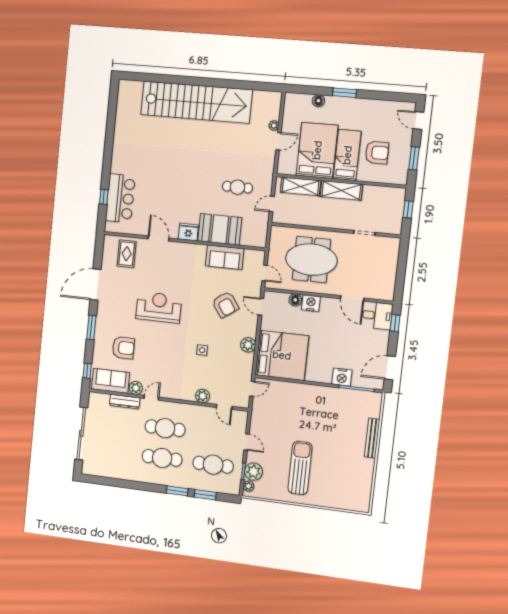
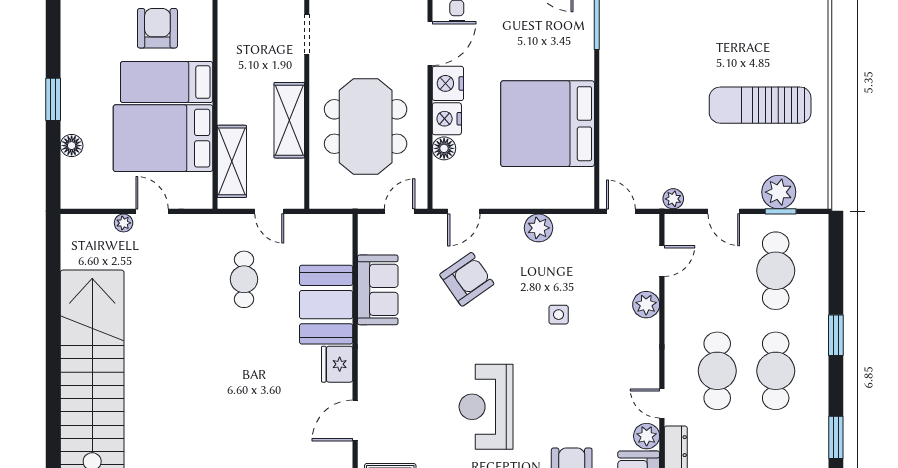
shelving: (341, 190) -> (289, 120), moved
bed: (282, 355) -> (548, 124), moved, turned -90
nightstand: (342, 377) -> (448, 83), moved, turned 180
door: (247, 442) -> (724, 211), swing flipped
plant: (248, 486) -> (673, 199), moved
window: (205, 495) -> (836, 437), moved

